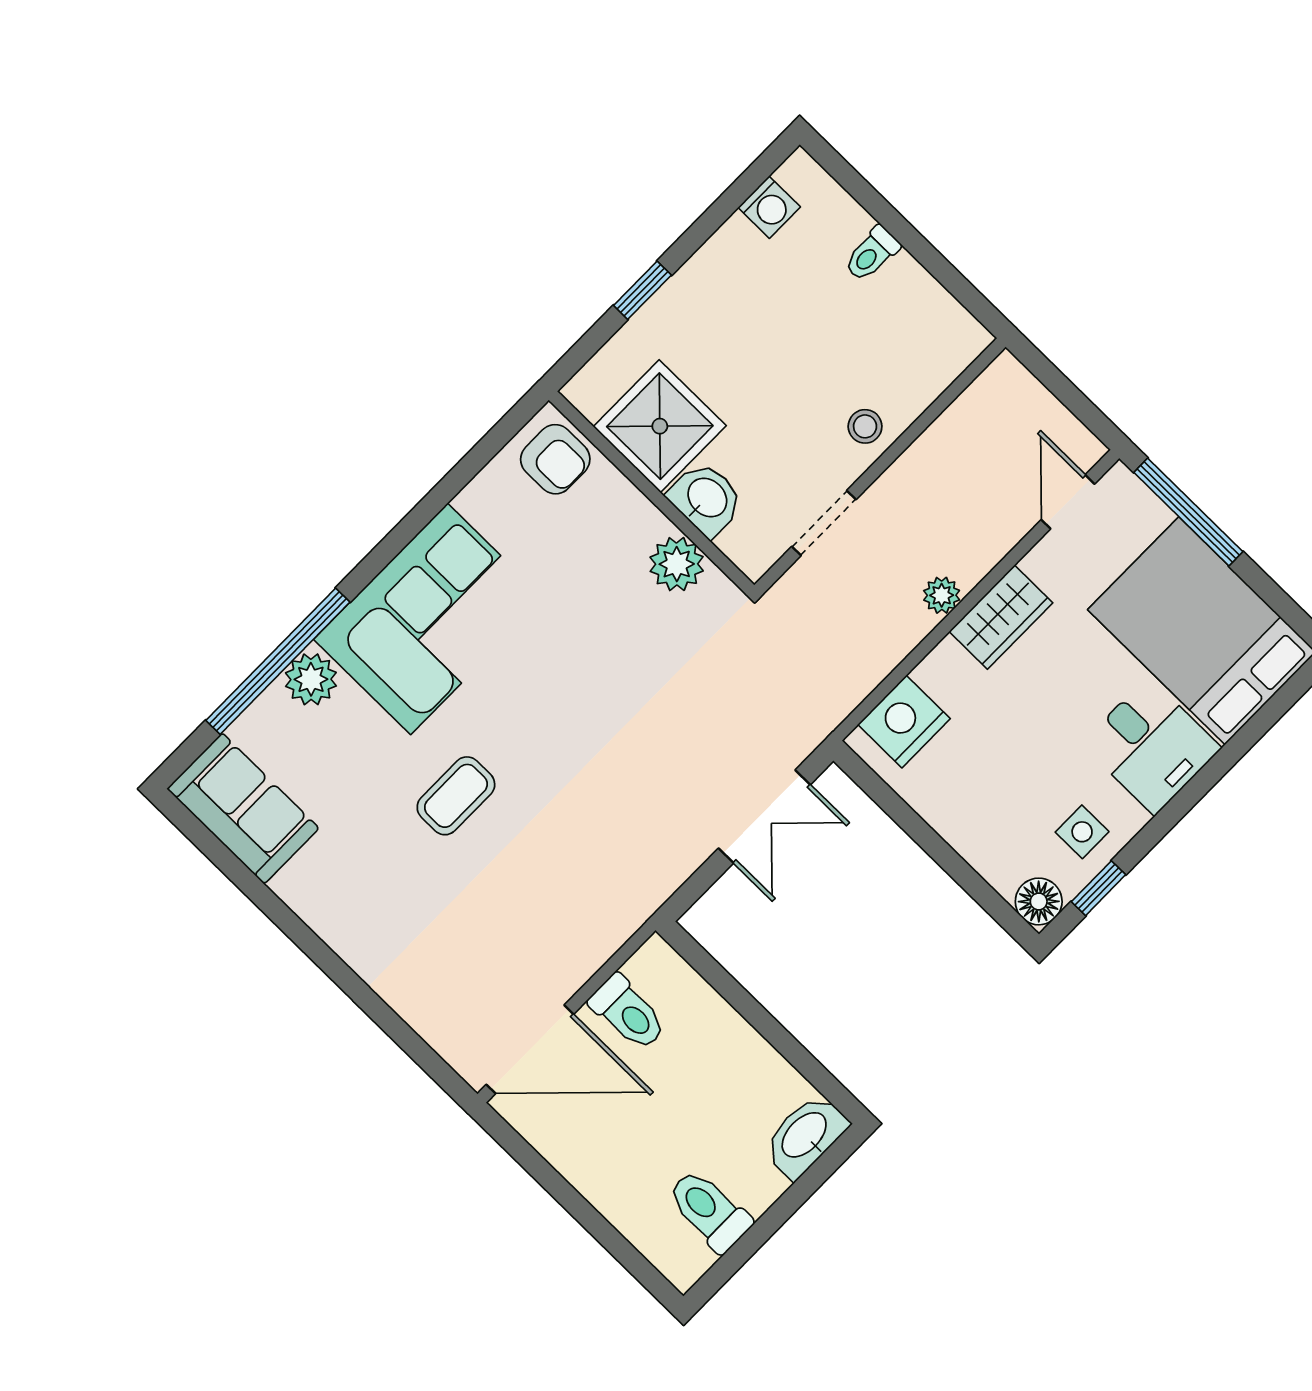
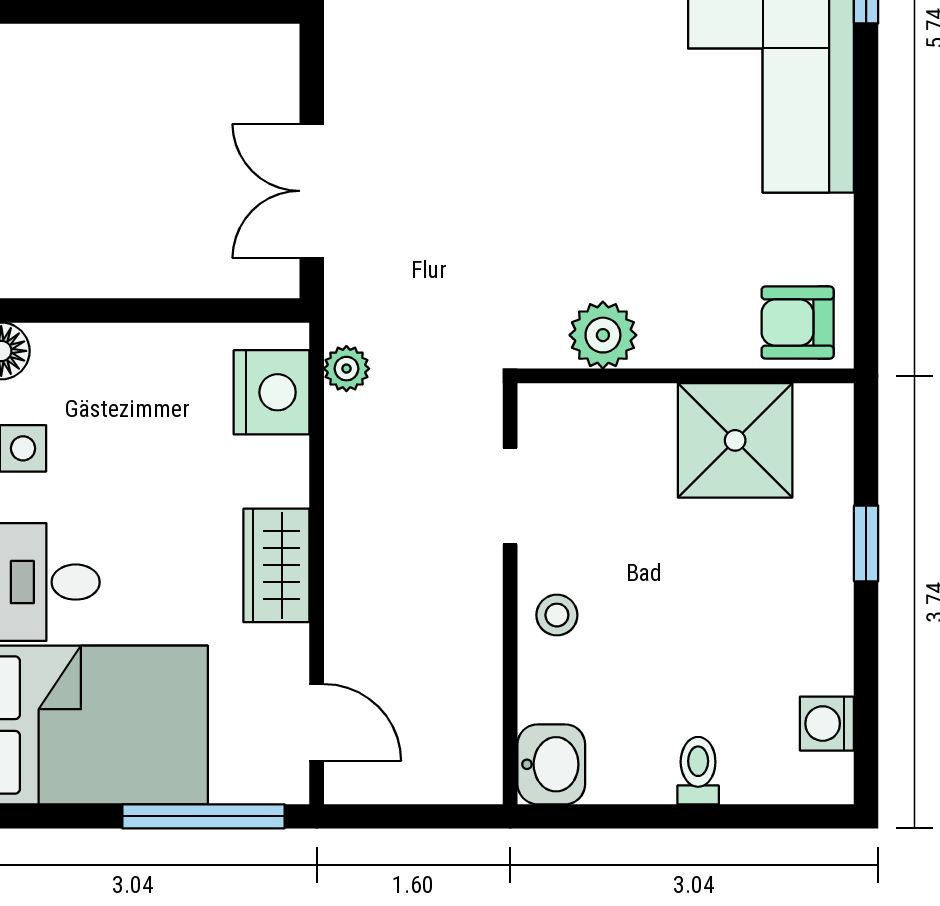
washbasin: (706, 499) -> (551, 764), moved, turned -90
plant: (942, 595) -> (346, 369), moved

